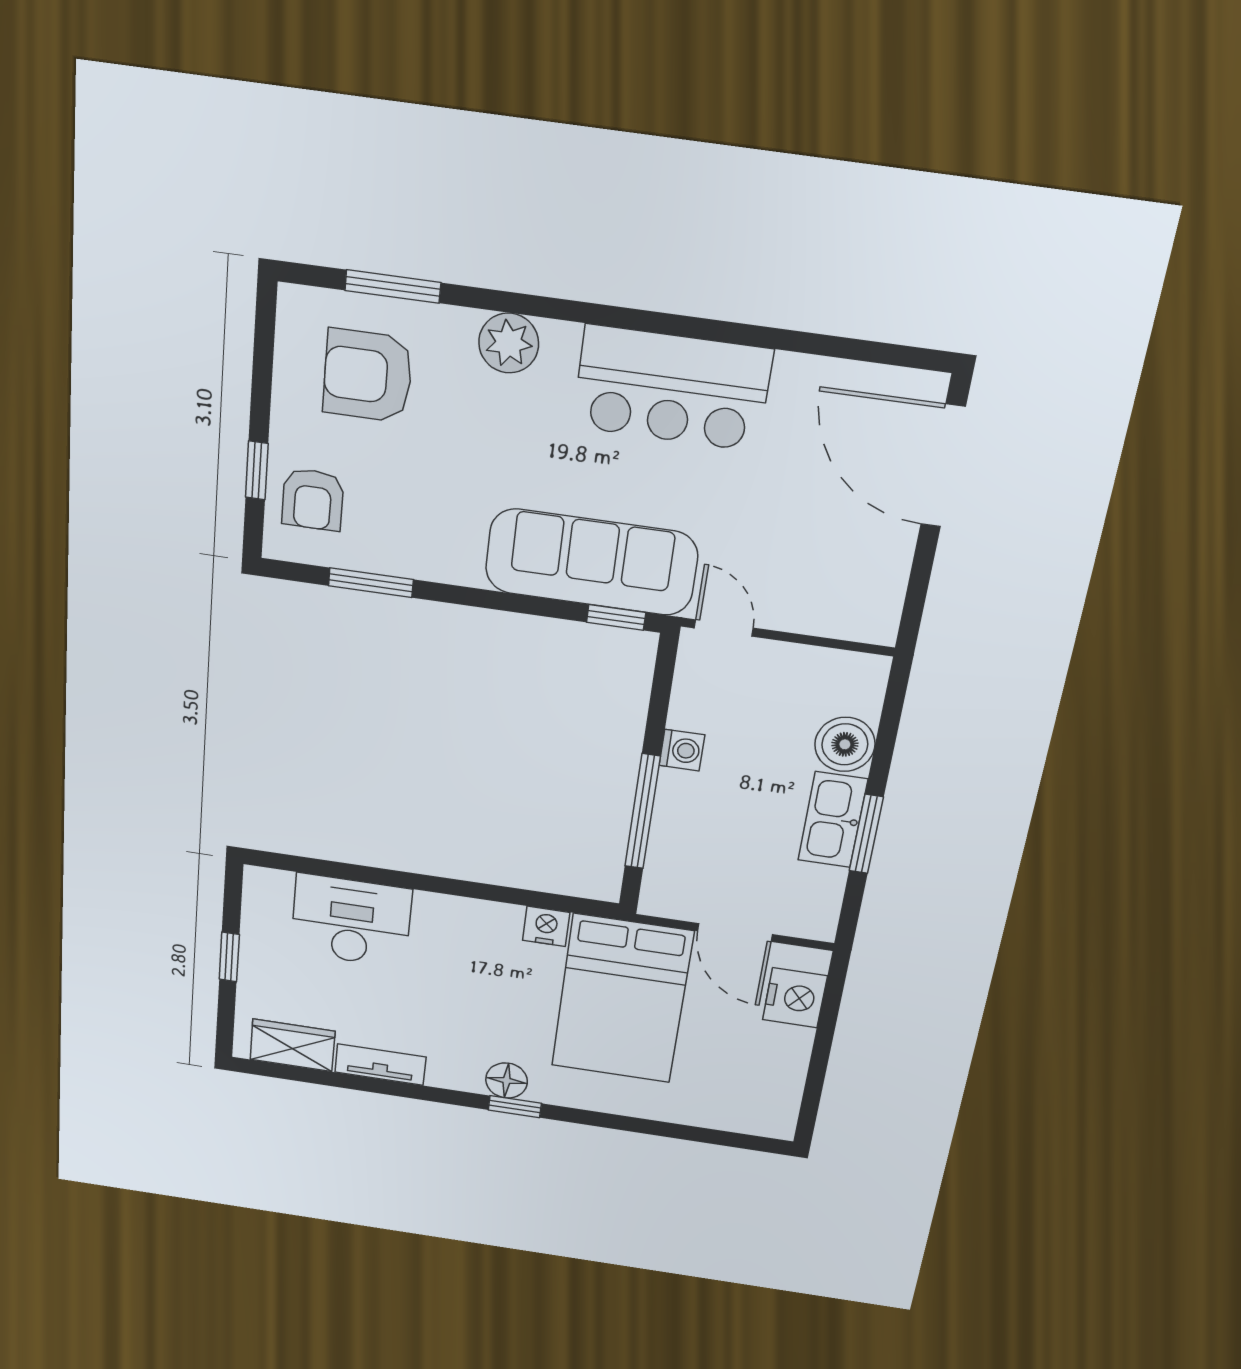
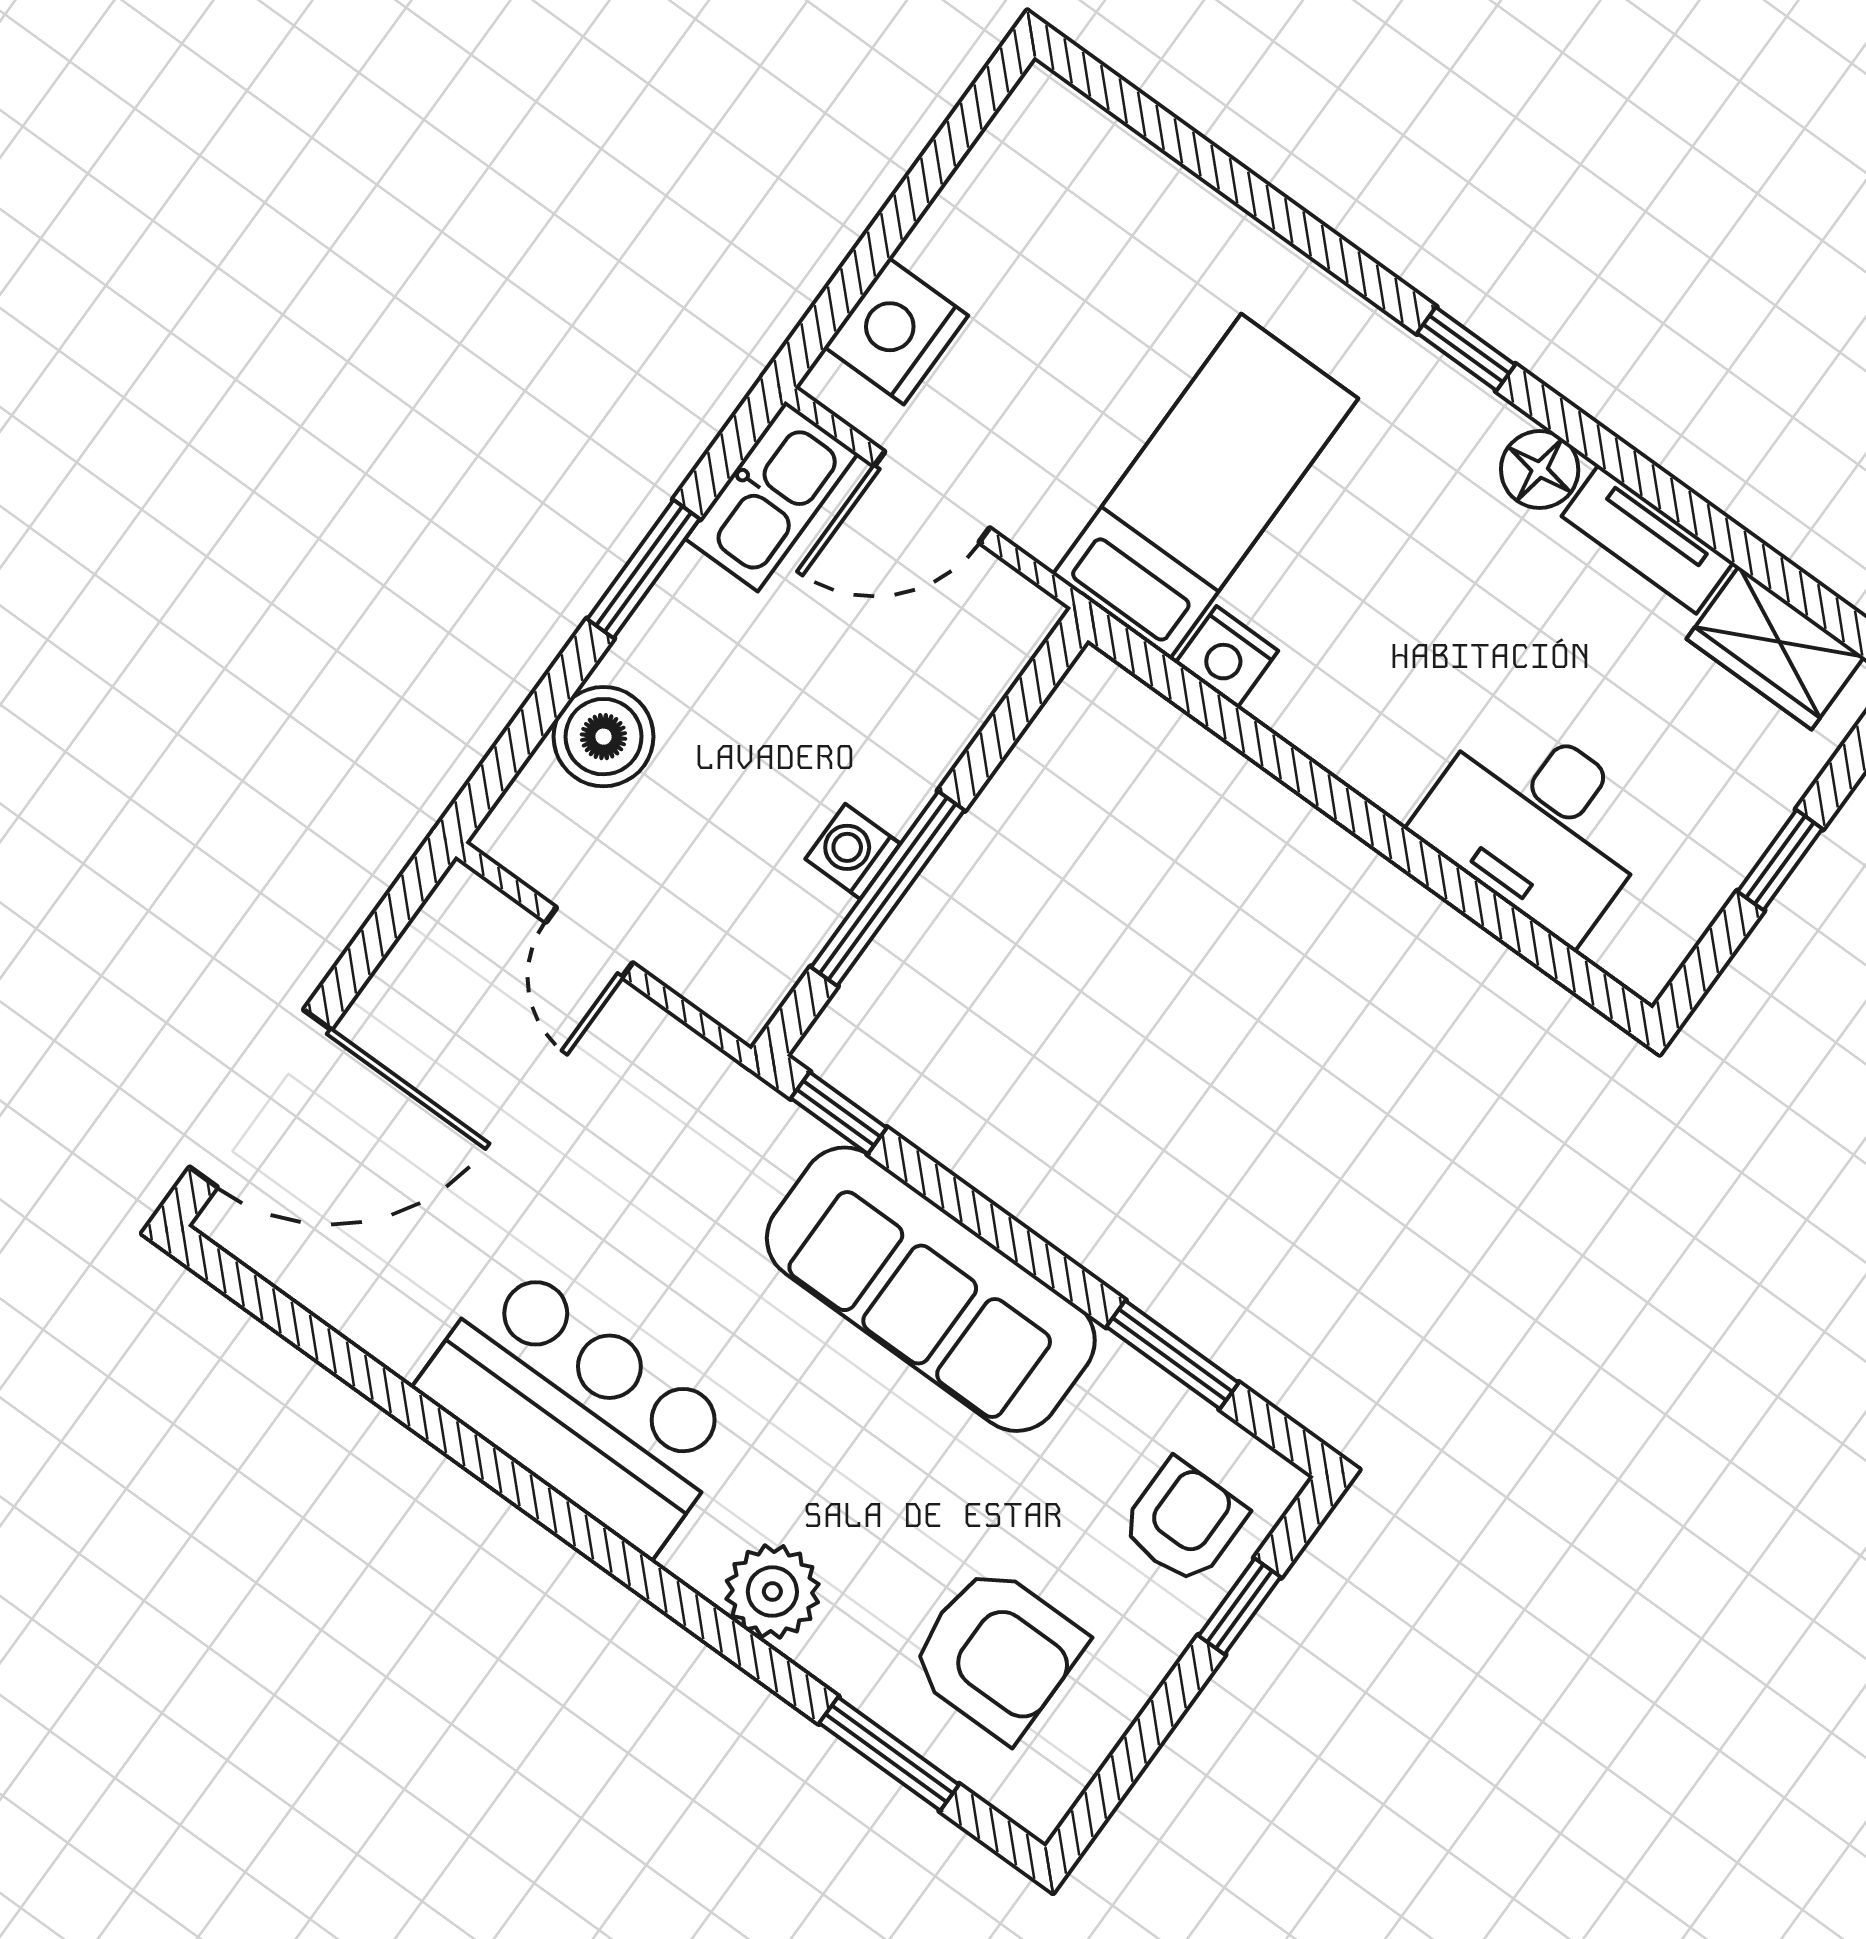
door: (943, 466) -> (260, 1098), hinge flipped
sofa: (591, 562) -> (931, 1289), moved
door: (724, 628) -> (589, 942), moved
window: (643, 812) -> (888, 889), moved
kitchen sink: (833, 820) -> (772, 496), moved
door: (735, 933) -> (932, 497), swing flipped
bed: (622, 999) -> (1205, 486), width x0.67
floor lamp: (507, 1080) -> (1540, 470), moved

